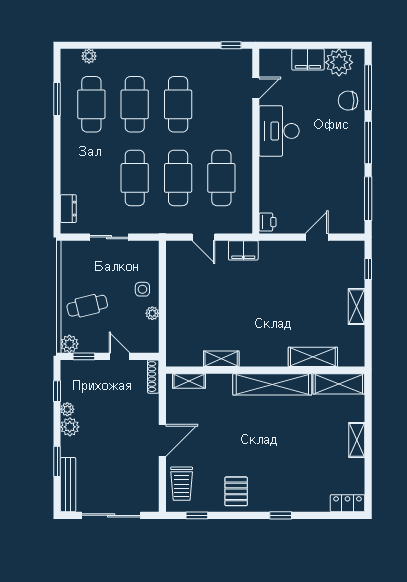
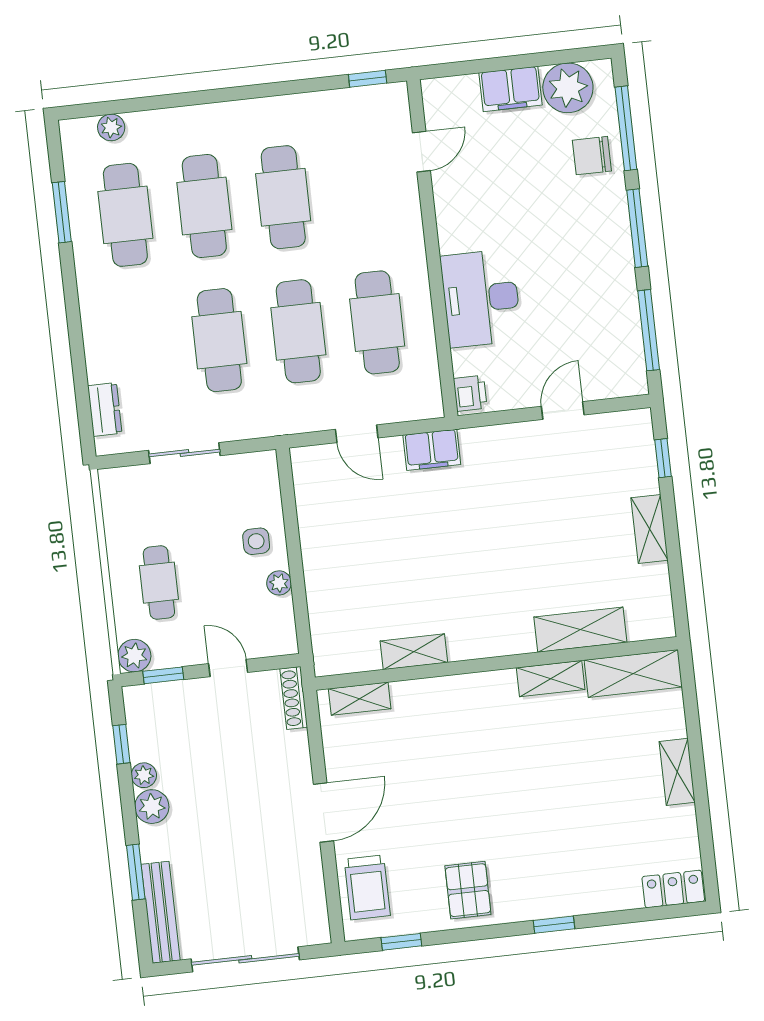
desk: (279, 131) -> (481, 298), moved
cafe table: (87, 306) -> (159, 583), turned -76
shelving: (272, 384) -> (551, 679), width x0.45, depth x0.75

